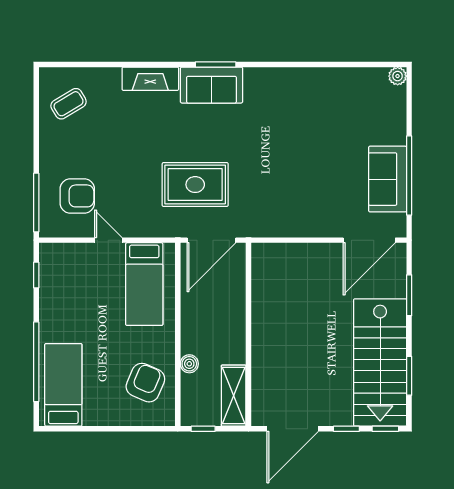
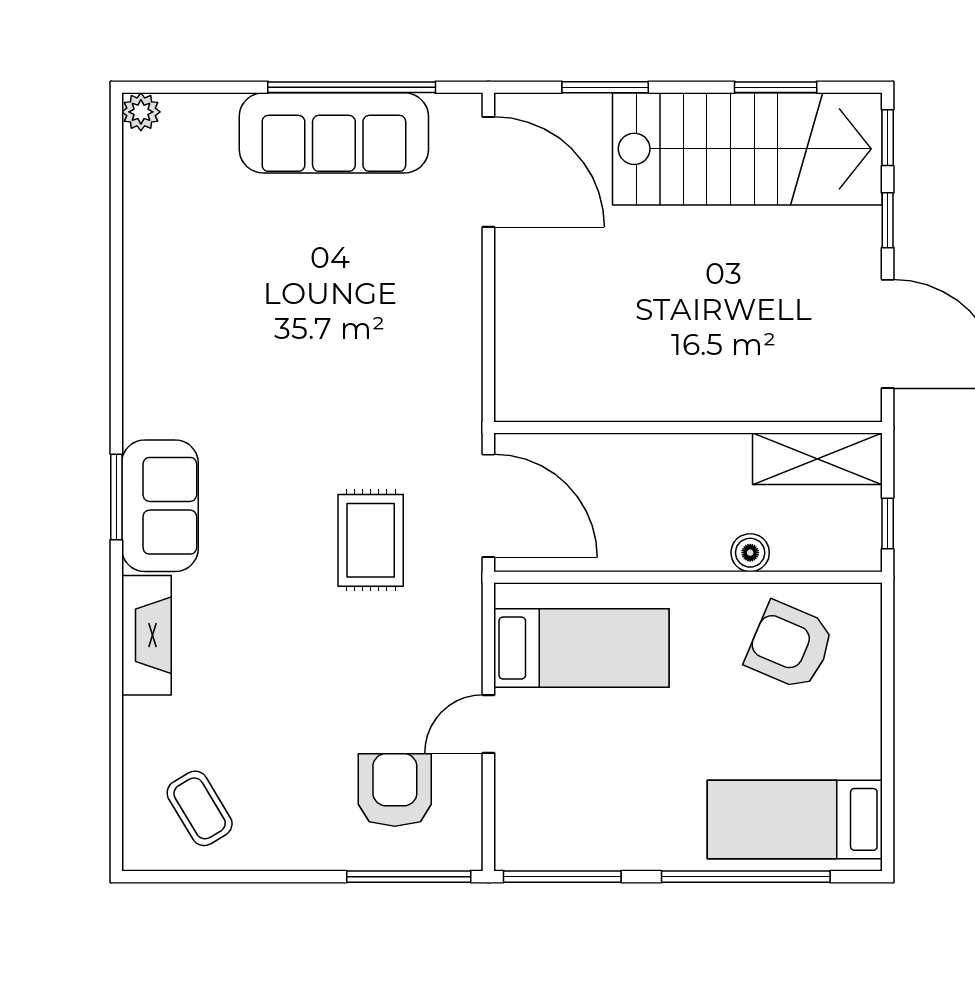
sofa: (388, 179) -> (334, 133), width x1.36
rug: (195, 185) -> (371, 540), width x0.73, depth x0.70
window: (36, 275) -> (562, 877), width x2.17

